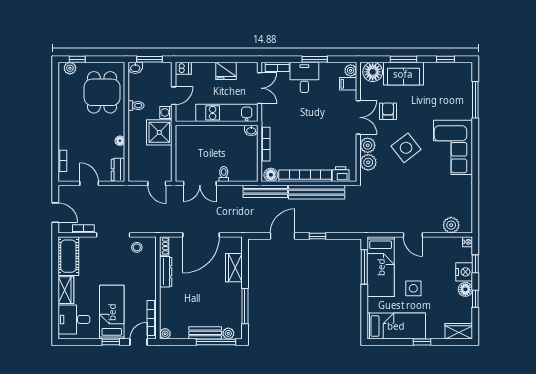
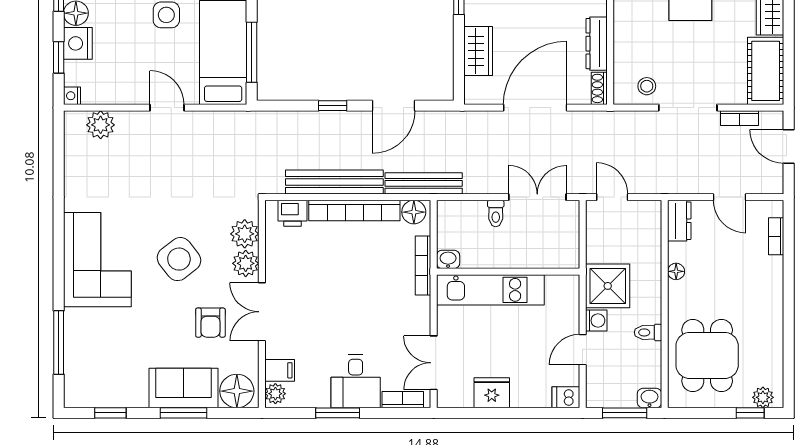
kitchen unit: (227, 113) -> (490, 290), moved
wall: (217, 123) -> (508, 272), moved
washbasin: (251, 130) -> (448, 259), moved

